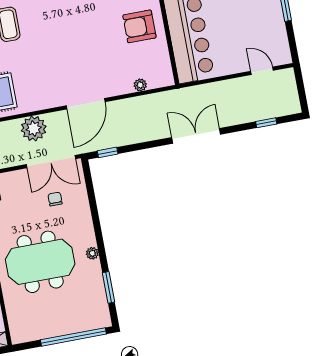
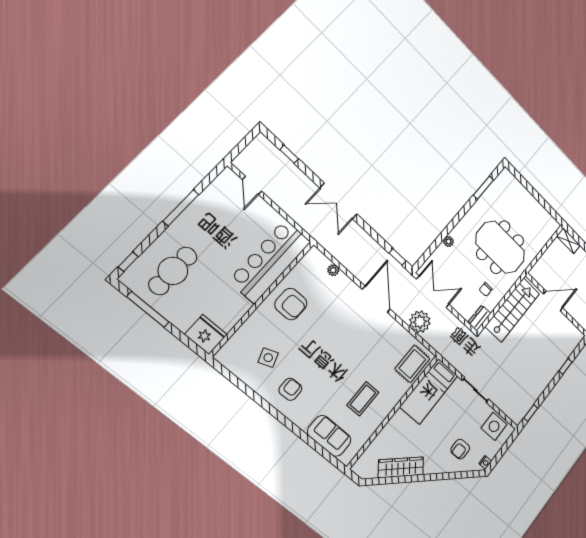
door: (86, 104) -> (376, 299), hinge flipped
chair: (55, 199) -> (486, 289), moved
plant: (92, 253) -> (449, 242), moved
window: (73, 337) -> (529, 188), removed

